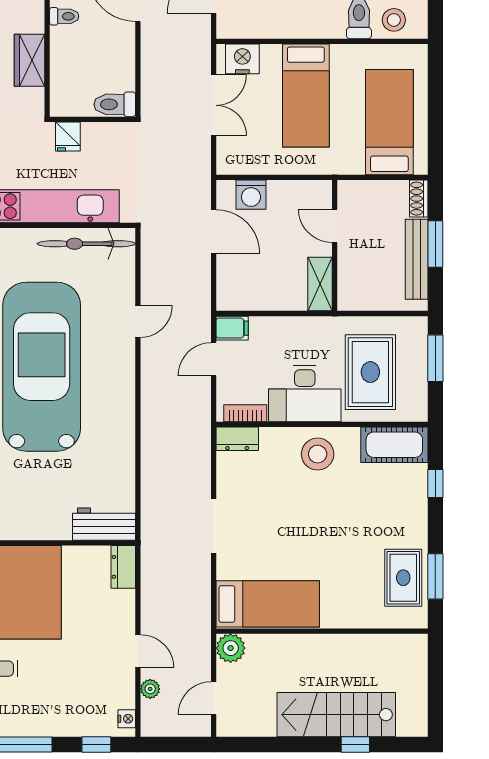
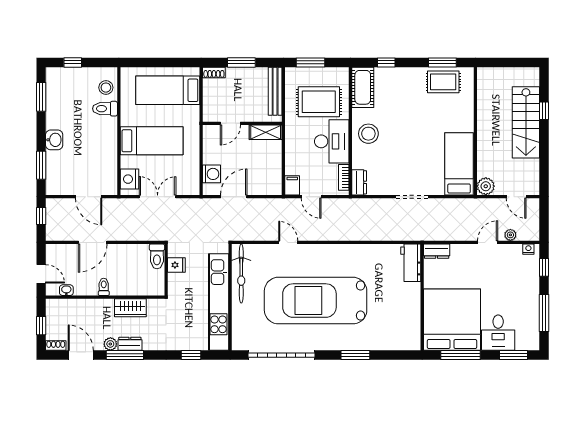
fridge: (68, 137) -> (176, 265), moved
bench: (417, 259) -> (275, 91), moved, turned 90

